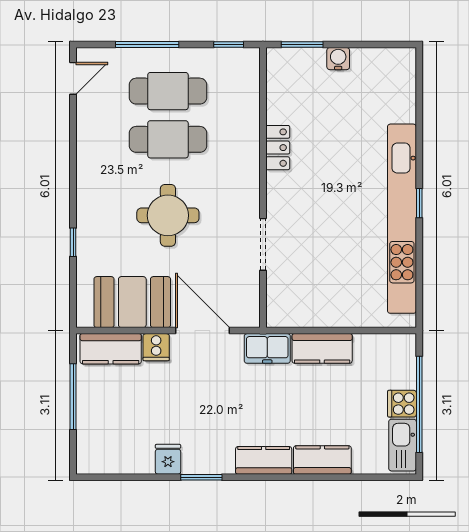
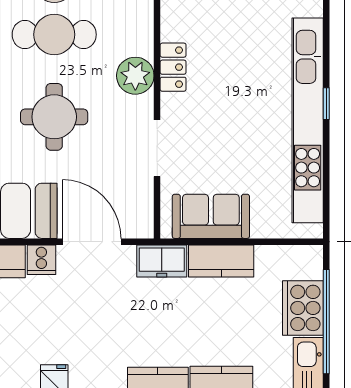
locker: (278, 148) -> (173, 67), moved
plant: (243, 177) -> (135, 76), added
sofa: (313, 307) -> (211, 216), added
cooker: (402, 404) -> (303, 308), width x1.87, depth x1.31

